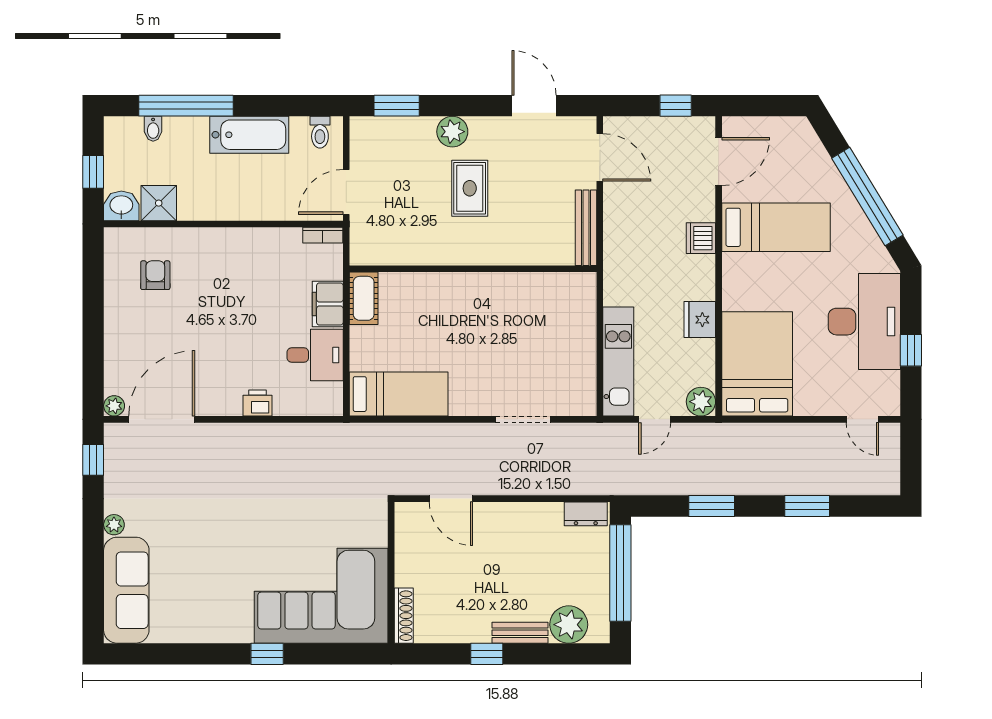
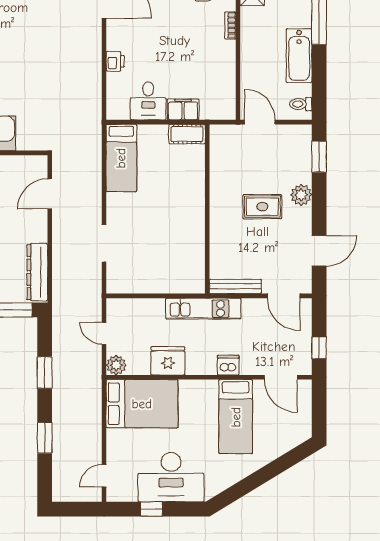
door: (600, 157) -> (284, 296), hinge flipped
window: (867, 197) -> (257, 479), removed
bookcase: (323, 235) -> (230, 25), moved
fridge: (700, 320) -> (168, 361), width x1.36, depth x1.34
kitchen unit: (618, 362) -> (203, 309), moved
dresser: (586, 514) -> (37, 272), width x1.96, depth x1.24

